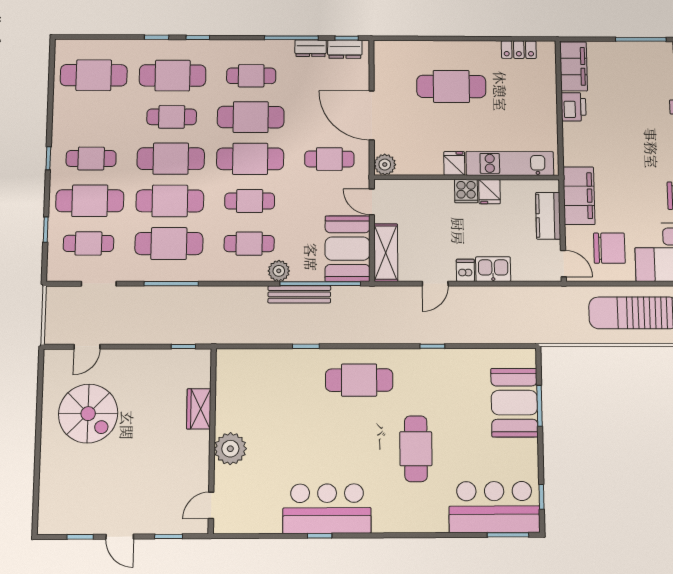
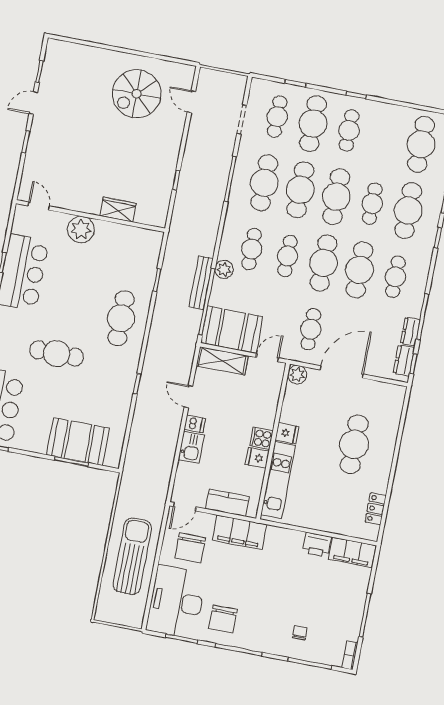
wardrobe: (199, 409) -> (118, 210), moved
wall: (212, 440) -> (91, 216), moved
plant: (230, 449) -> (81, 229), moved
door: (211, 505) -> (39, 206), moved

